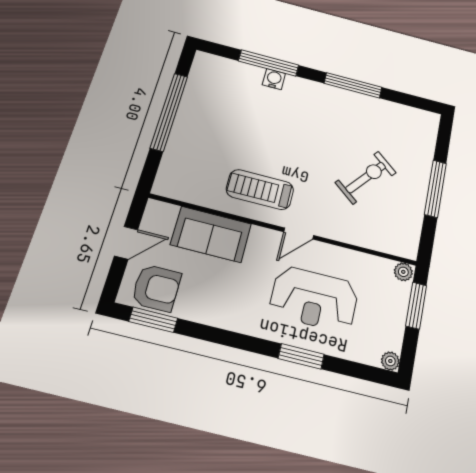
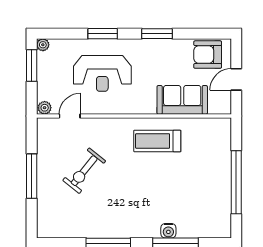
treadmill: (260, 190) -> (157, 141), turned 180
door: (299, 234) -> (70, 116), moved
reception desk: (314, 299) -> (102, 73), turned 180
window: (416, 306) -> (32, 66), moved
window: (153, 320) -> (157, 34), moved

